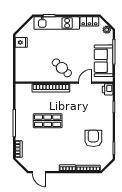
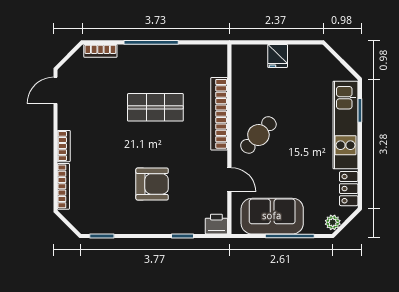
fridge: (21, 42) -> (278, 56), moved
shop shelf: (48, 121) -> (155, 107), turned 90
armchair: (93, 138) -> (152, 184), moved

